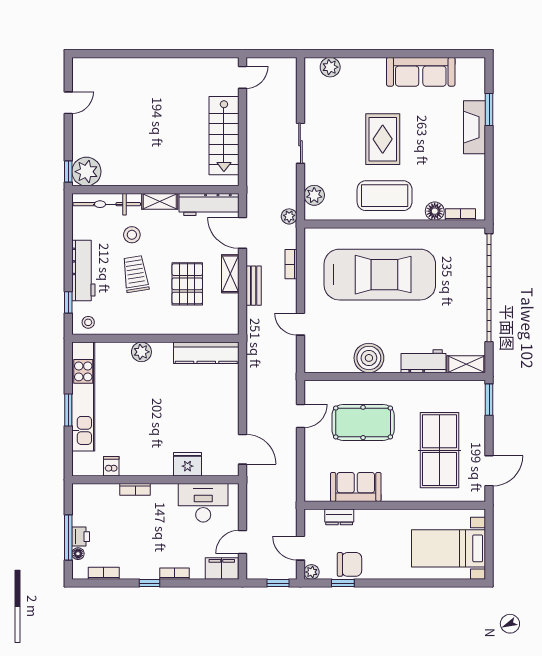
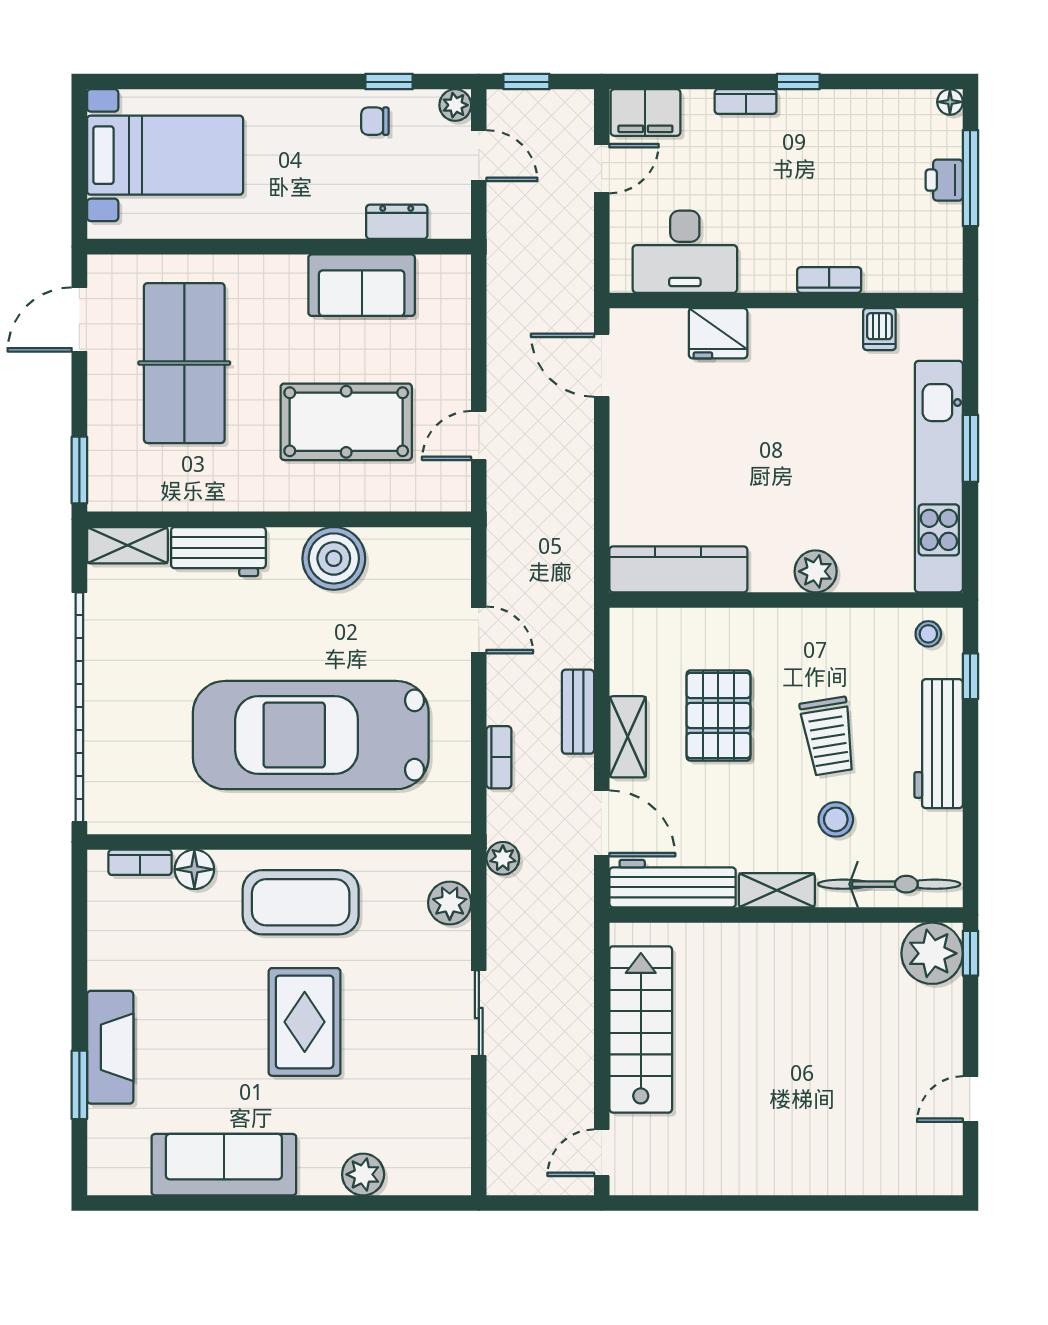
plant: (330, 67) -> (363, 1174), moved
floor lamp: (78, 554) -> (950, 102), moved
chair: (350, 564) -> (375, 121), width x0.54, depth x0.54
bookcase: (104, 573) -> (896, 102), removed

